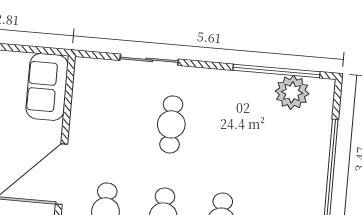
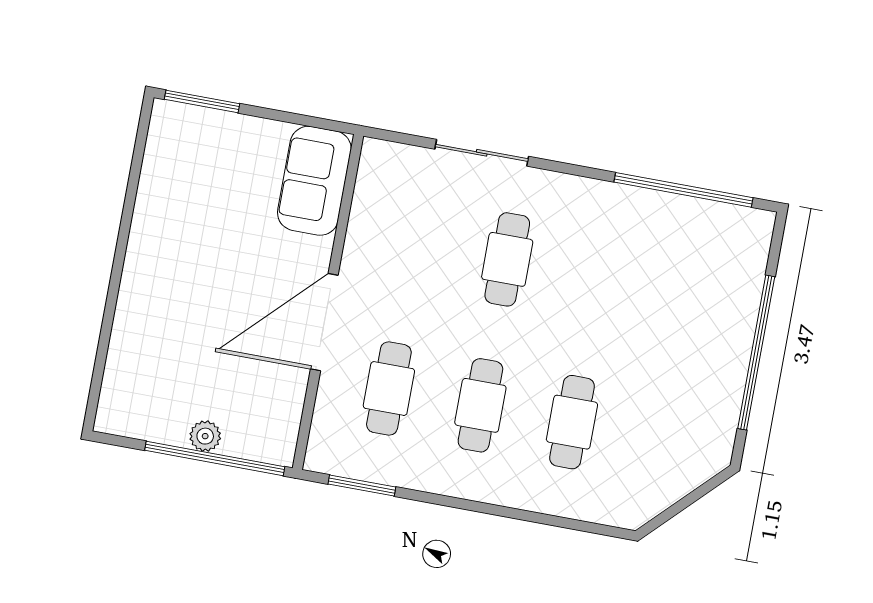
plant: (292, 92) -> (705, 227), removed

